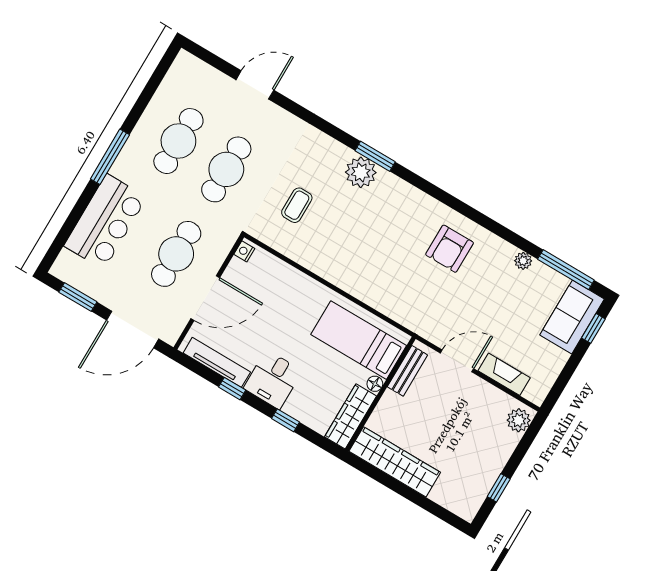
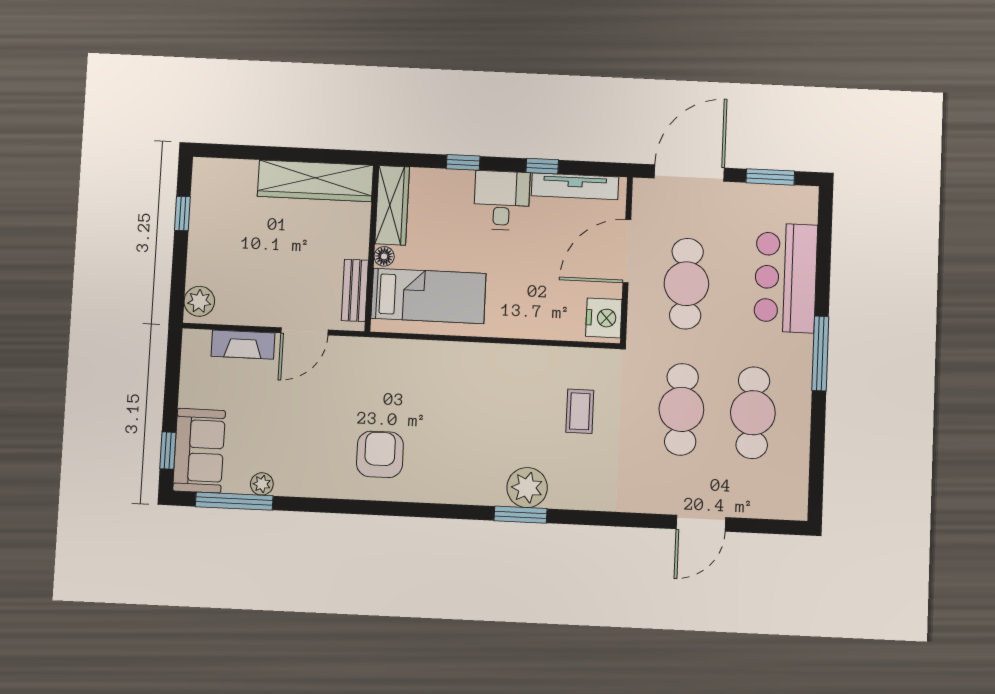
nightstand: (244, 251) -> (604, 318), width x1.89, depth x1.79
plant: (523, 261) -> (262, 484), moved

